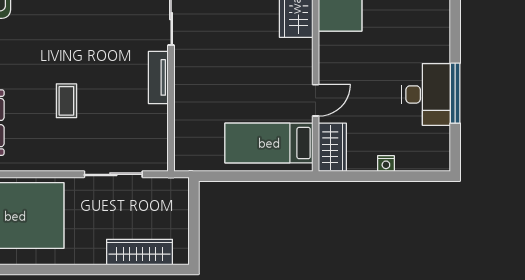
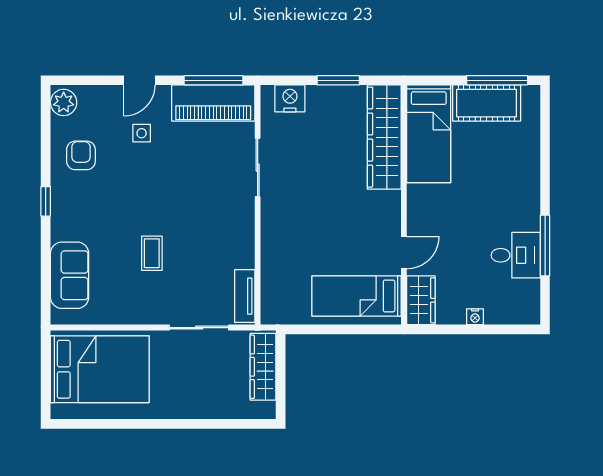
tv unit: (158, 77) -> (245, 296), moved
desk: (426, 94) -> (516, 255), width x0.73
wardrobe: (139, 252) -> (263, 367), moved, turned -90

